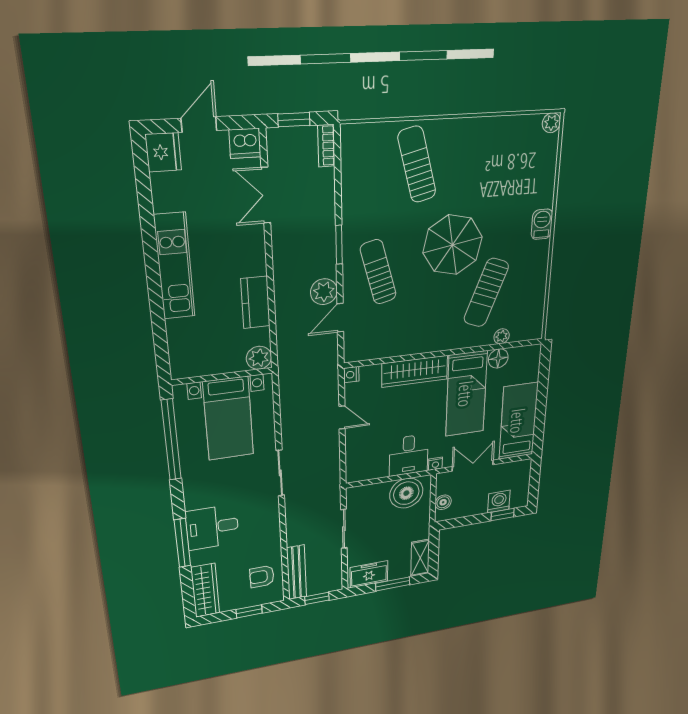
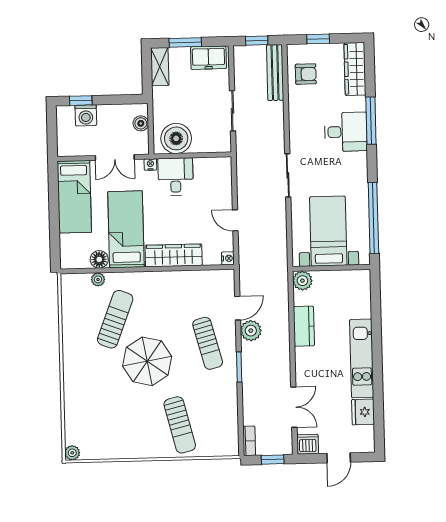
fridge: (163, 152) -> (363, 412), moved
barbecue: (542, 224) -> (71, 374), removed

